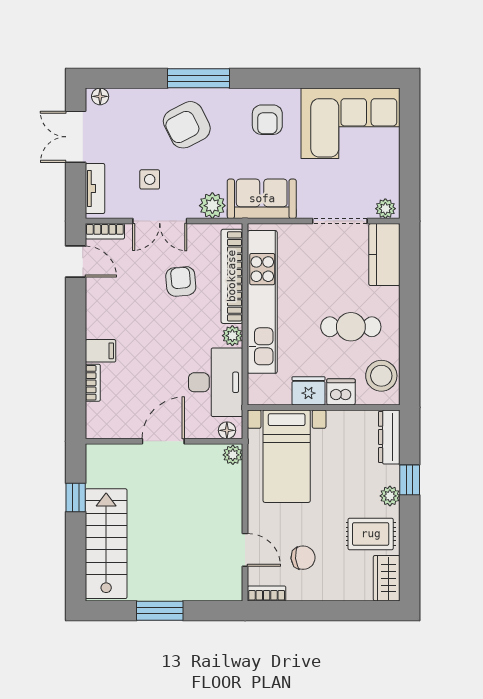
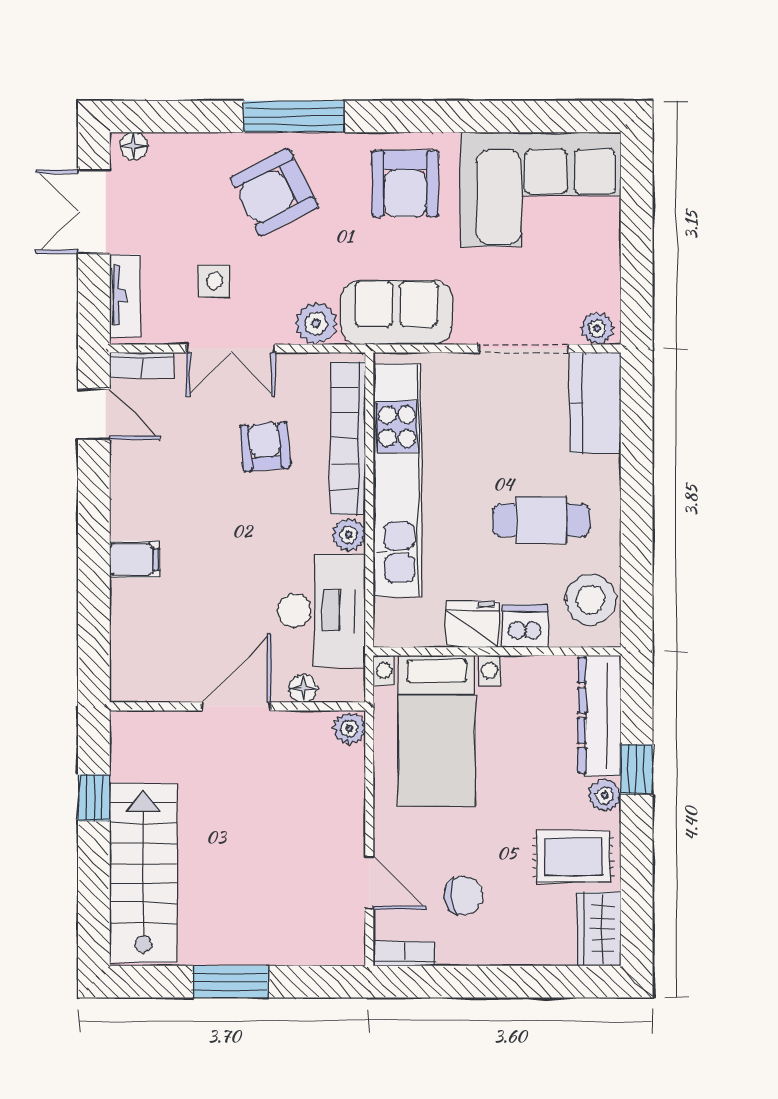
armchair: (267, 120) -> (405, 184), width x1.38, depth x1.38
bookcase: (93, 383) -> (122, 611), removed
floor lamp: (227, 430) -> (303, 689), moved
dresser: (389, 437) -> (599, 715), width x1.37, depth x1.24

